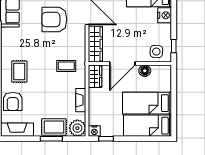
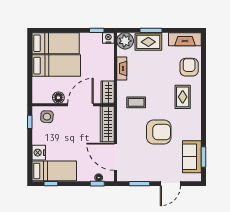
armchair: (54, 19) -> (159, 132), moved

